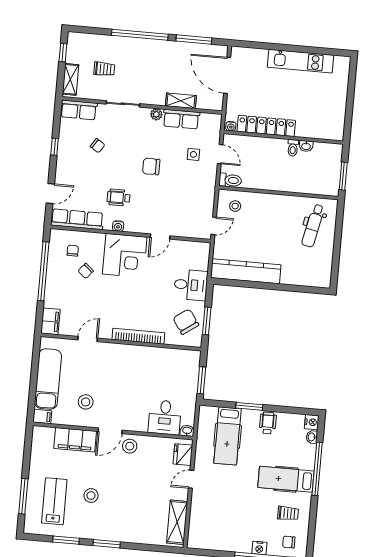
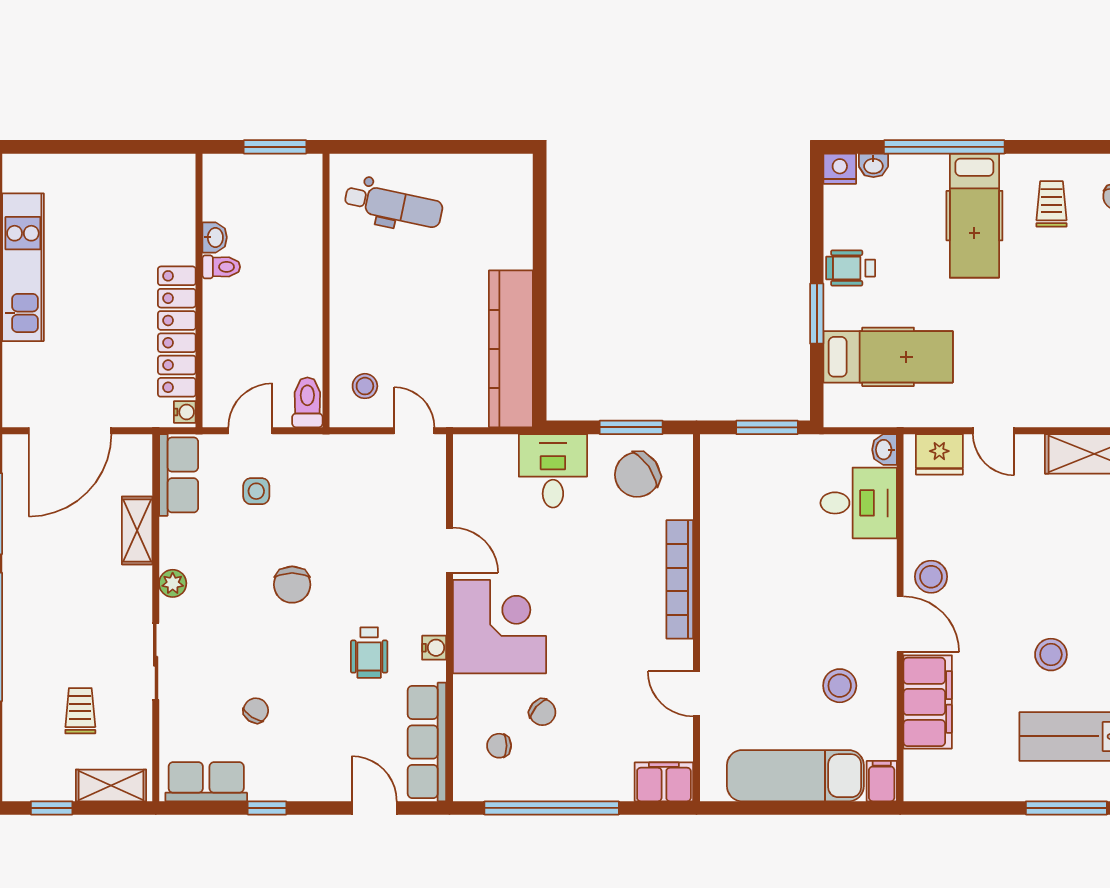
row of seats: (79, 110) -> (206, 782), moved, turned -90
row of seats: (181, 119) -> (179, 475), moved

